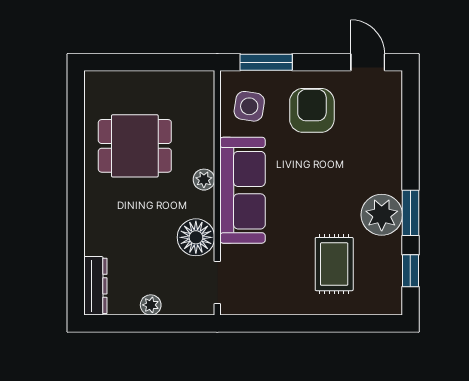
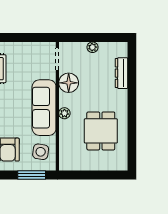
dining table: (135, 146) -> (101, 131), turned 90
dresser: (95, 286) -> (122, 73), moved

